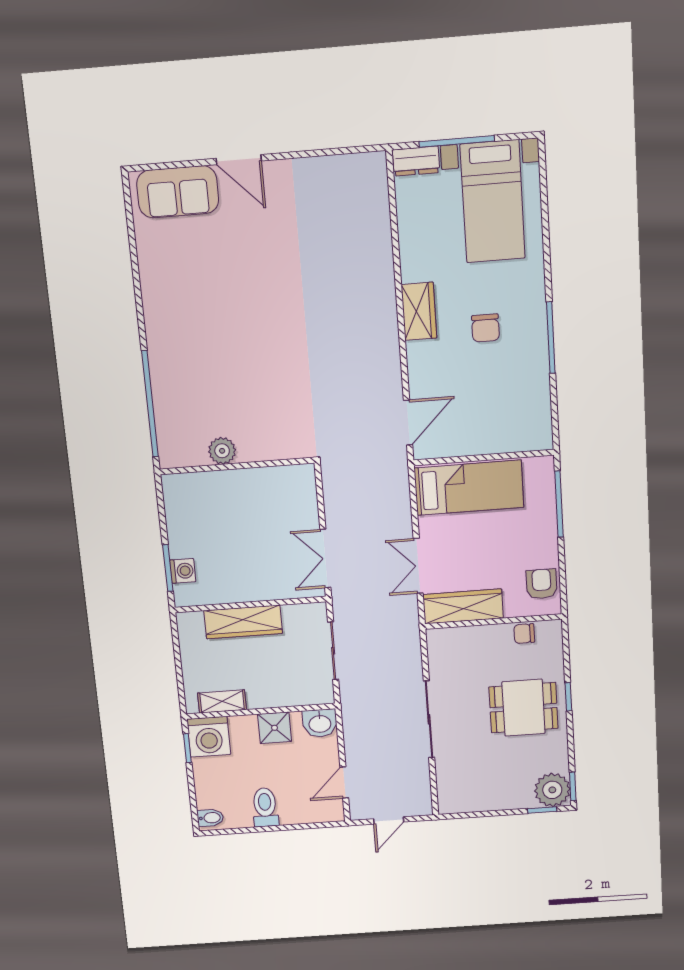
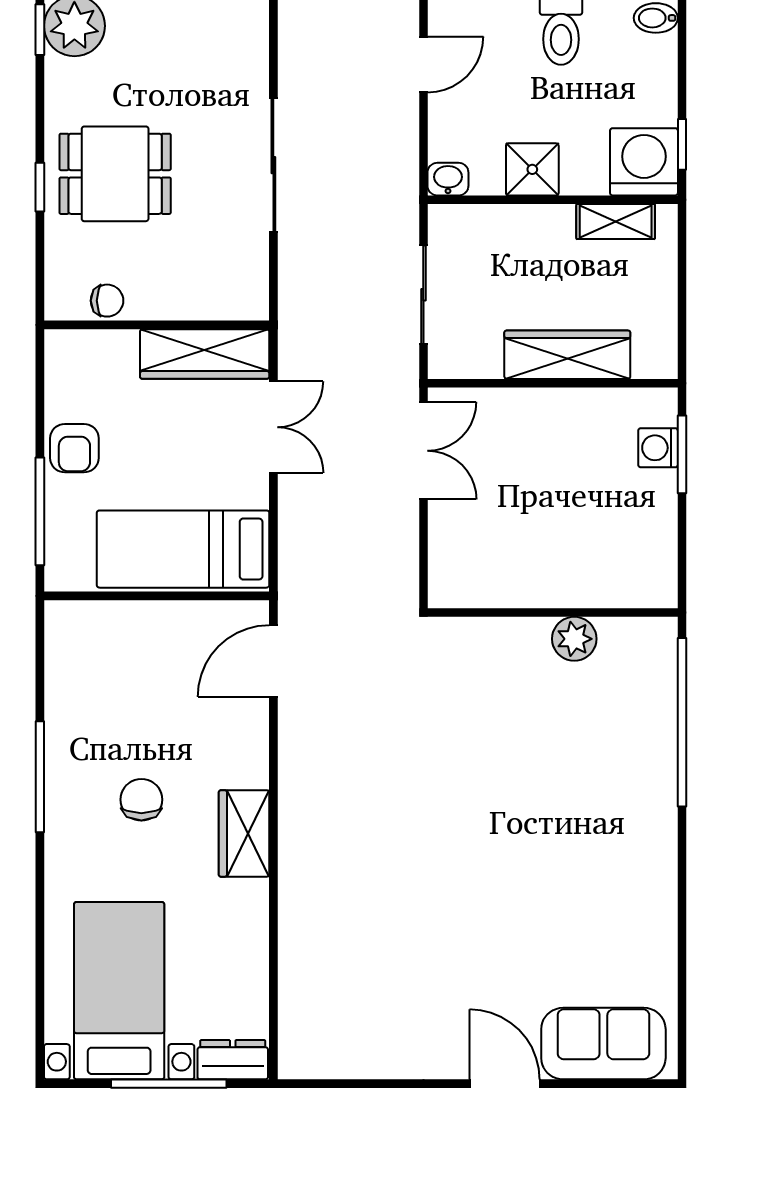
armchair: (542, 584) -> (74, 448), moved
washbasin: (320, 723) -> (448, 179), width x0.72, depth x0.69

